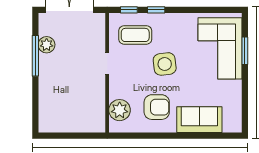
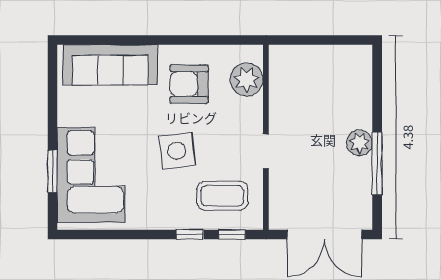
plant: (47, 45) -> (360, 143), moved
sofa: (199, 120) -> (110, 65), width x1.36

